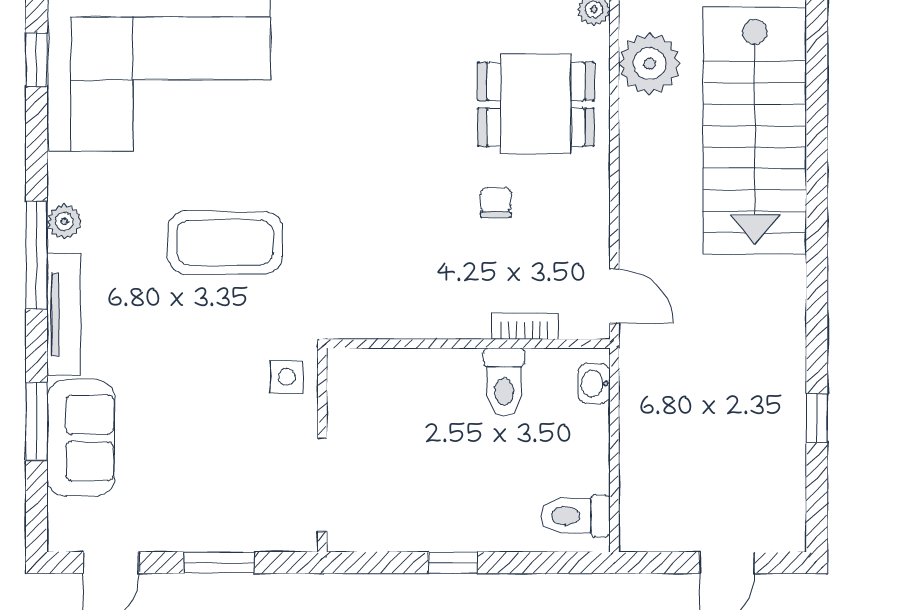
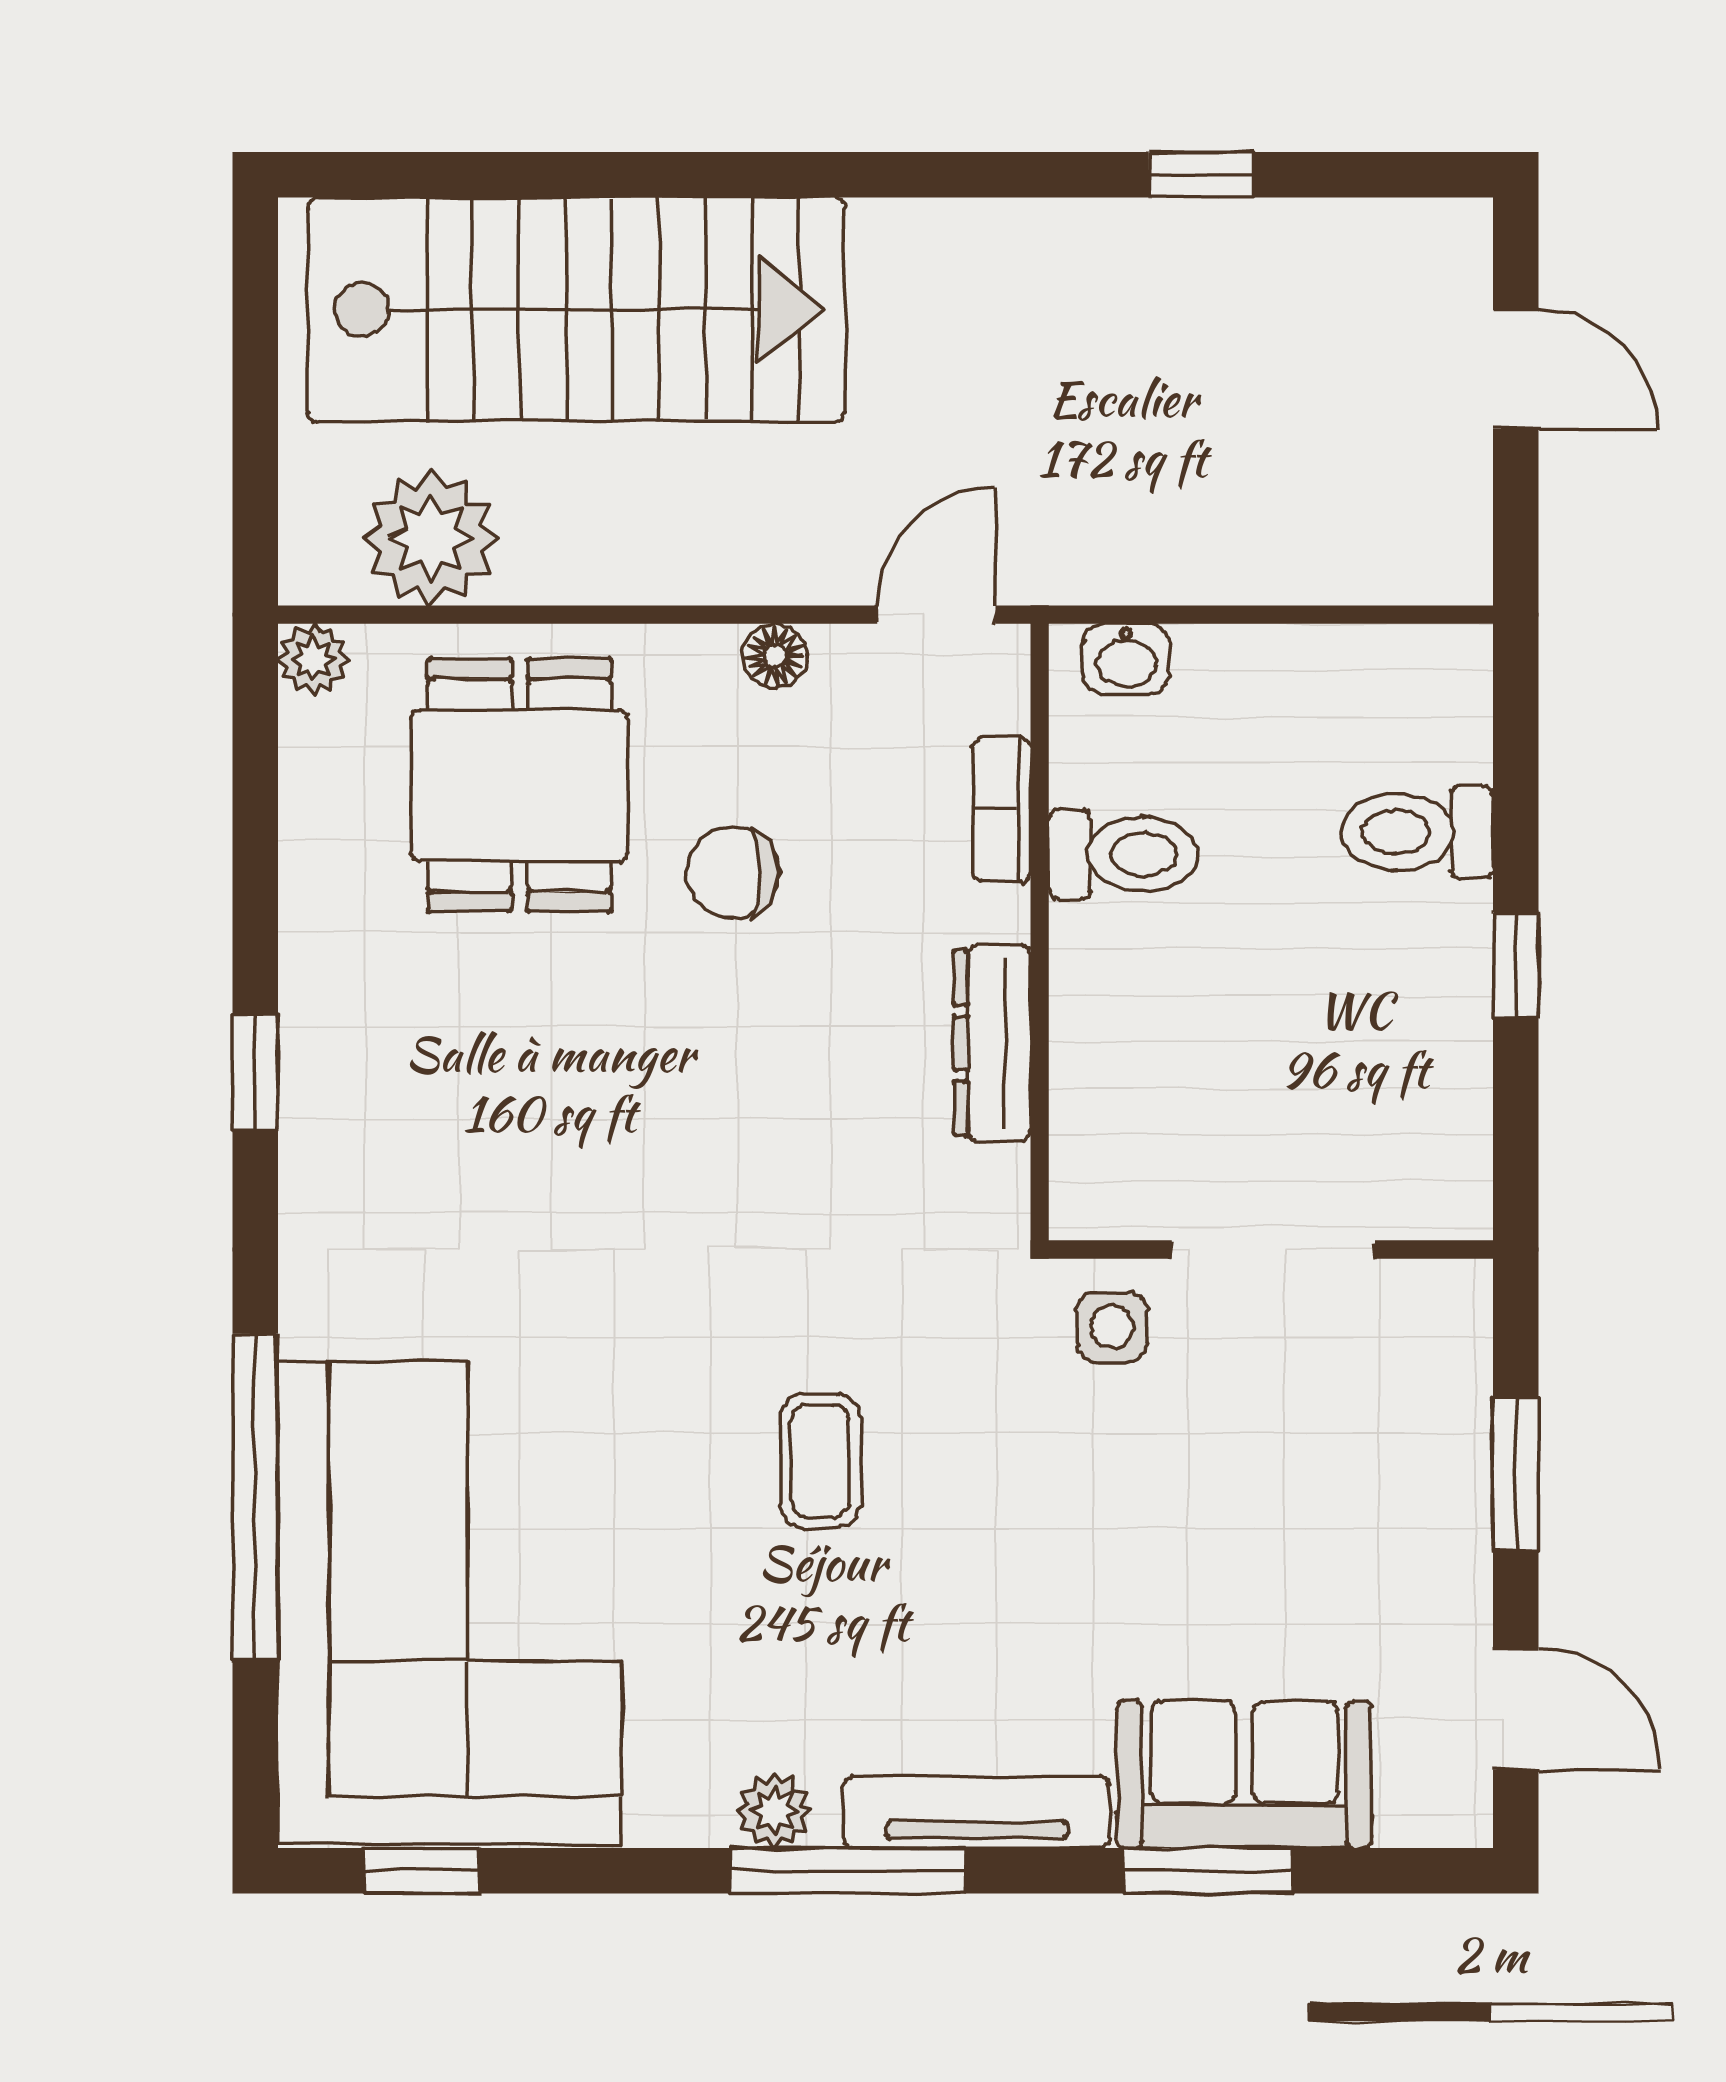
chair: (496, 202) -> (733, 872), width x1.37, depth x1.37
floor lamp: (595, 222) -> (775, 656), added
coffee table: (225, 243) -> (820, 1461), width x0.54, depth x0.58
dresser: (417, 322) -> (992, 1043), added
doorway: (322, 485) -> (1273, 1249), moved
toilet: (575, 516) -> (1417, 832), moved, turned 90

